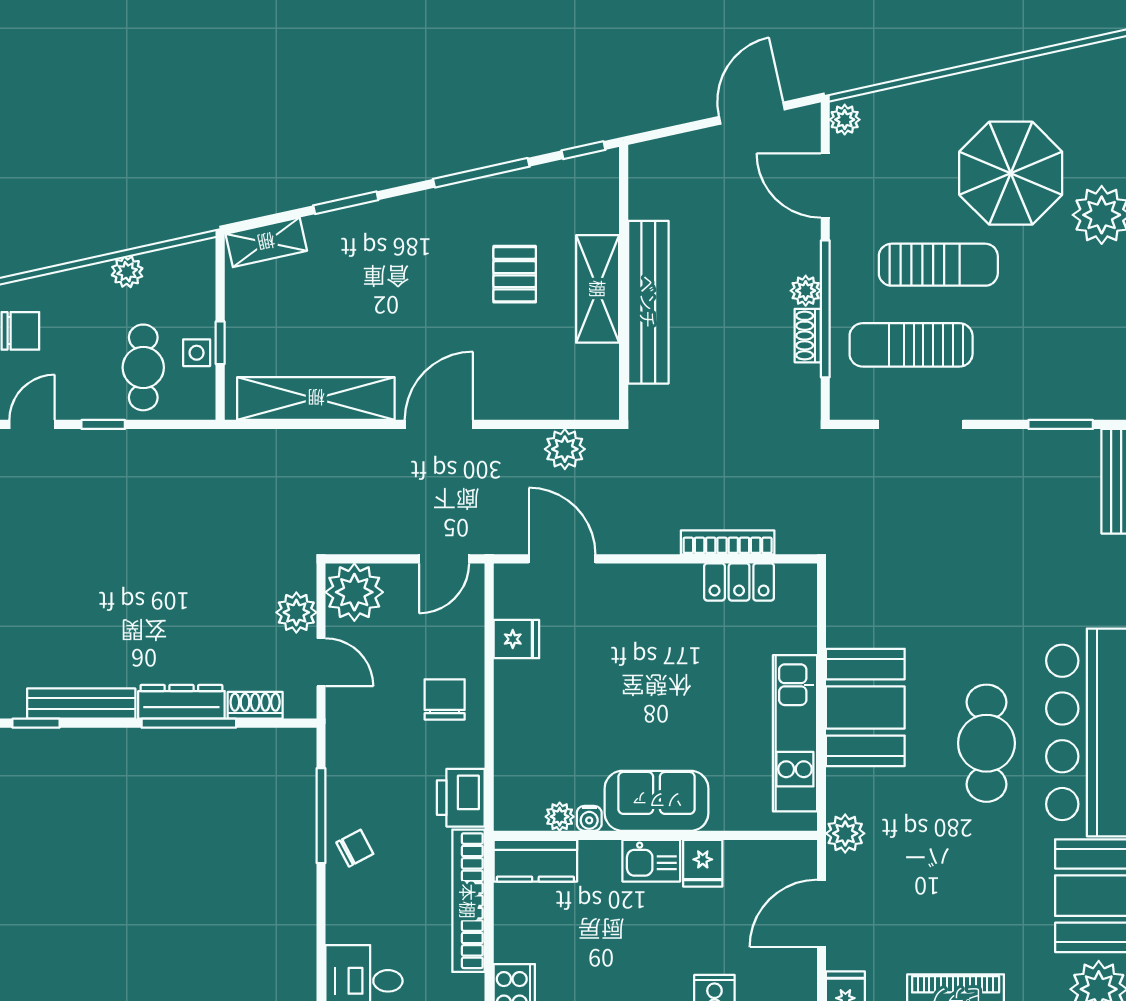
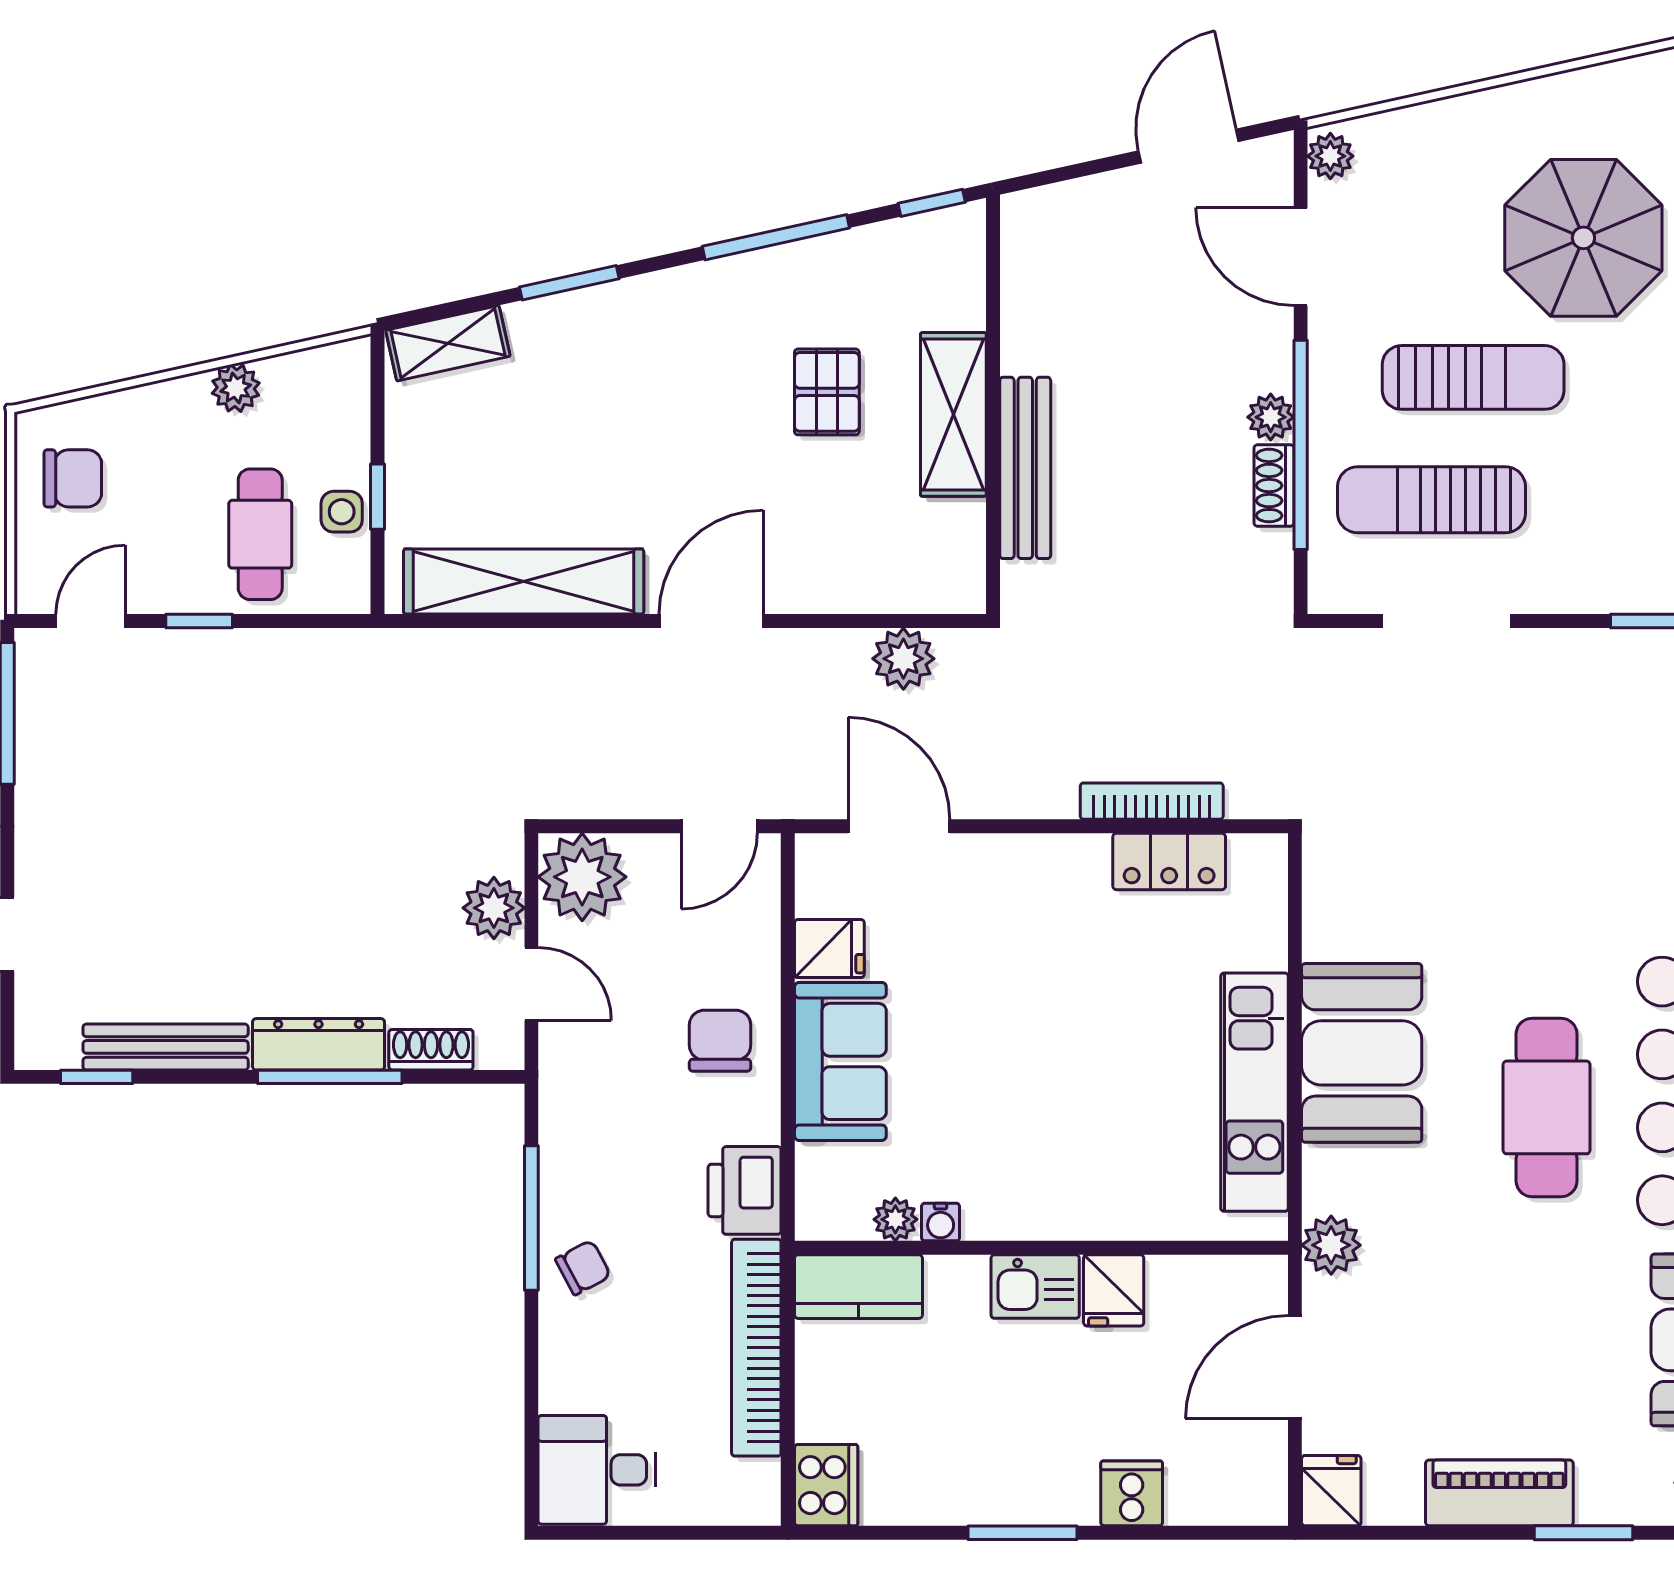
bench: (648, 302) -> (1025, 468), width x0.73, depth x0.82
sofa: (657, 801) -> (840, 1061), moved, turned 90

